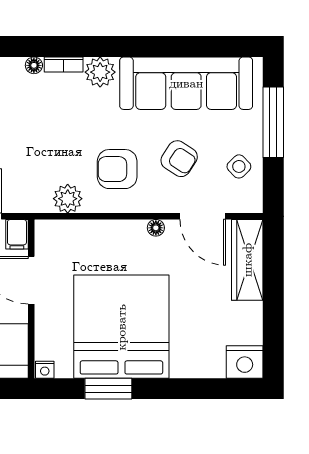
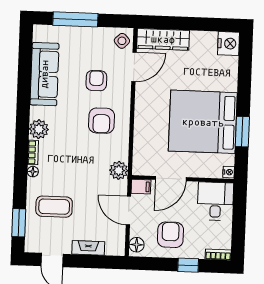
sofa: (186, 83) -> (44, 74), width x0.74, depth x0.79
armchair: (179, 159) -> (96, 81), turned -33
side table: (239, 166) -> (122, 41), moved
plant: (68, 199) -> (119, 170), moved
floor lamp: (156, 228) -> (140, 97), removed

